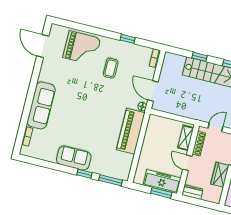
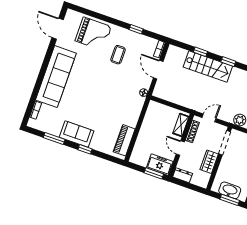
door: (153, 91) -> (158, 70), moved
sofa: (41, 105) -> (56, 77), width x1.36, depth x1.27
piano: (131, 131) -> (124, 140), moved, width x0.73, depth x0.75
window: (111, 180) -> (54, 139), moved
freezer: (162, 182) -> (160, 165), width x0.71

